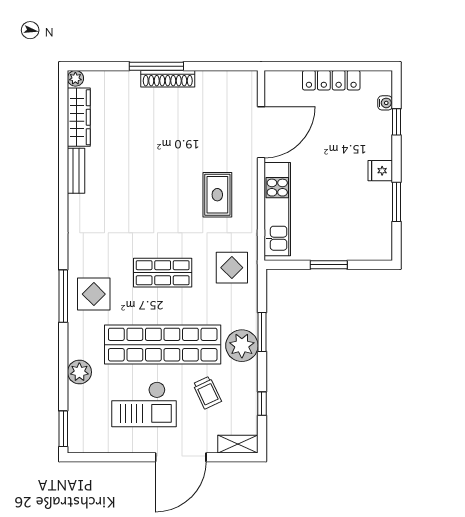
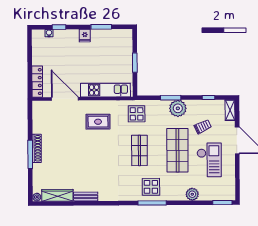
locker: (331, 80) -> (37, 82), moved
shop shelf: (163, 345) -> (177, 150), width x0.71

